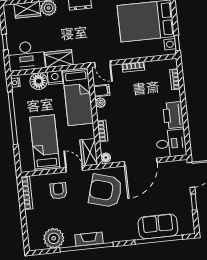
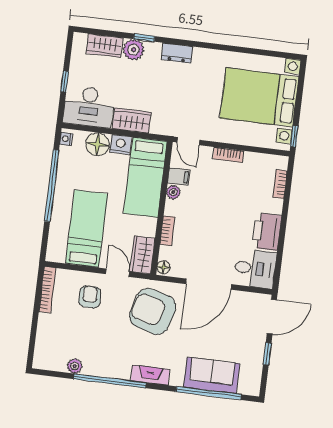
plant: (54, 238) -> (75, 366), width x0.53, depth x0.53
fireplace: (89, 239) -> (150, 375), moved

